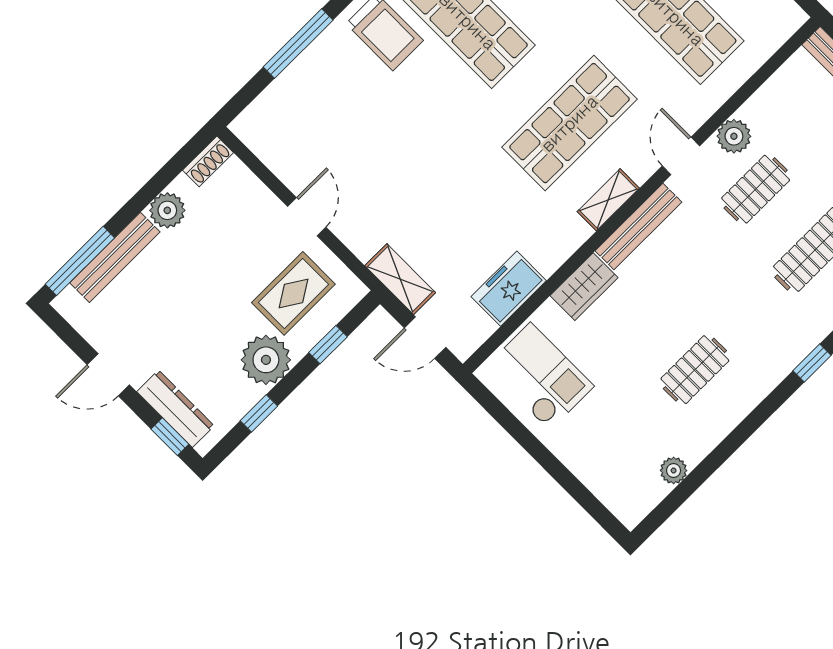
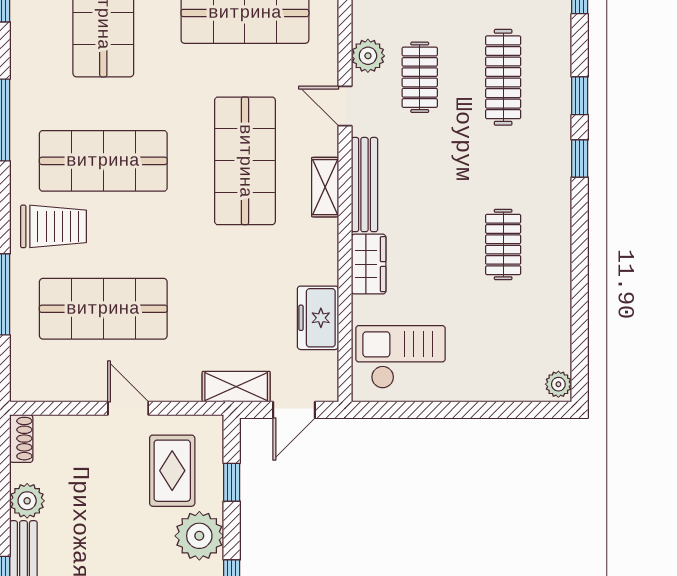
shop shelf: (361, 127) -> (103, 309), added
plant: (674, 470) -> (558, 384), moved

